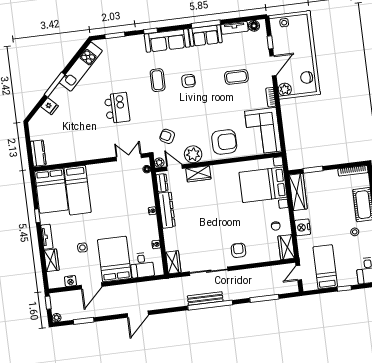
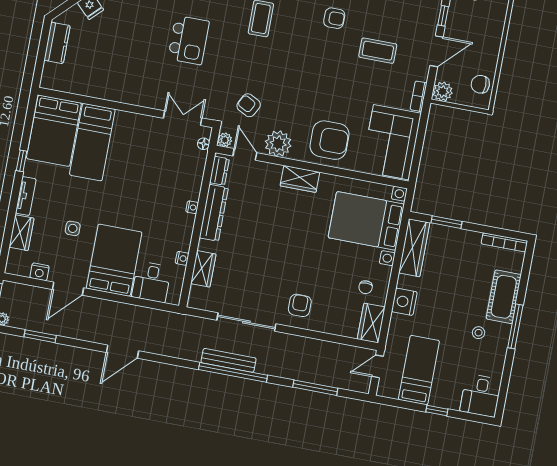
armchair: (188, 81) -> (334, 18), moved
kitchen counter: (38, 153) -> (57, 43), moved
wardrobe: (198, 174) -> (300, 179), moved
wardrobe: (173, 262) -> (203, 269), moved

